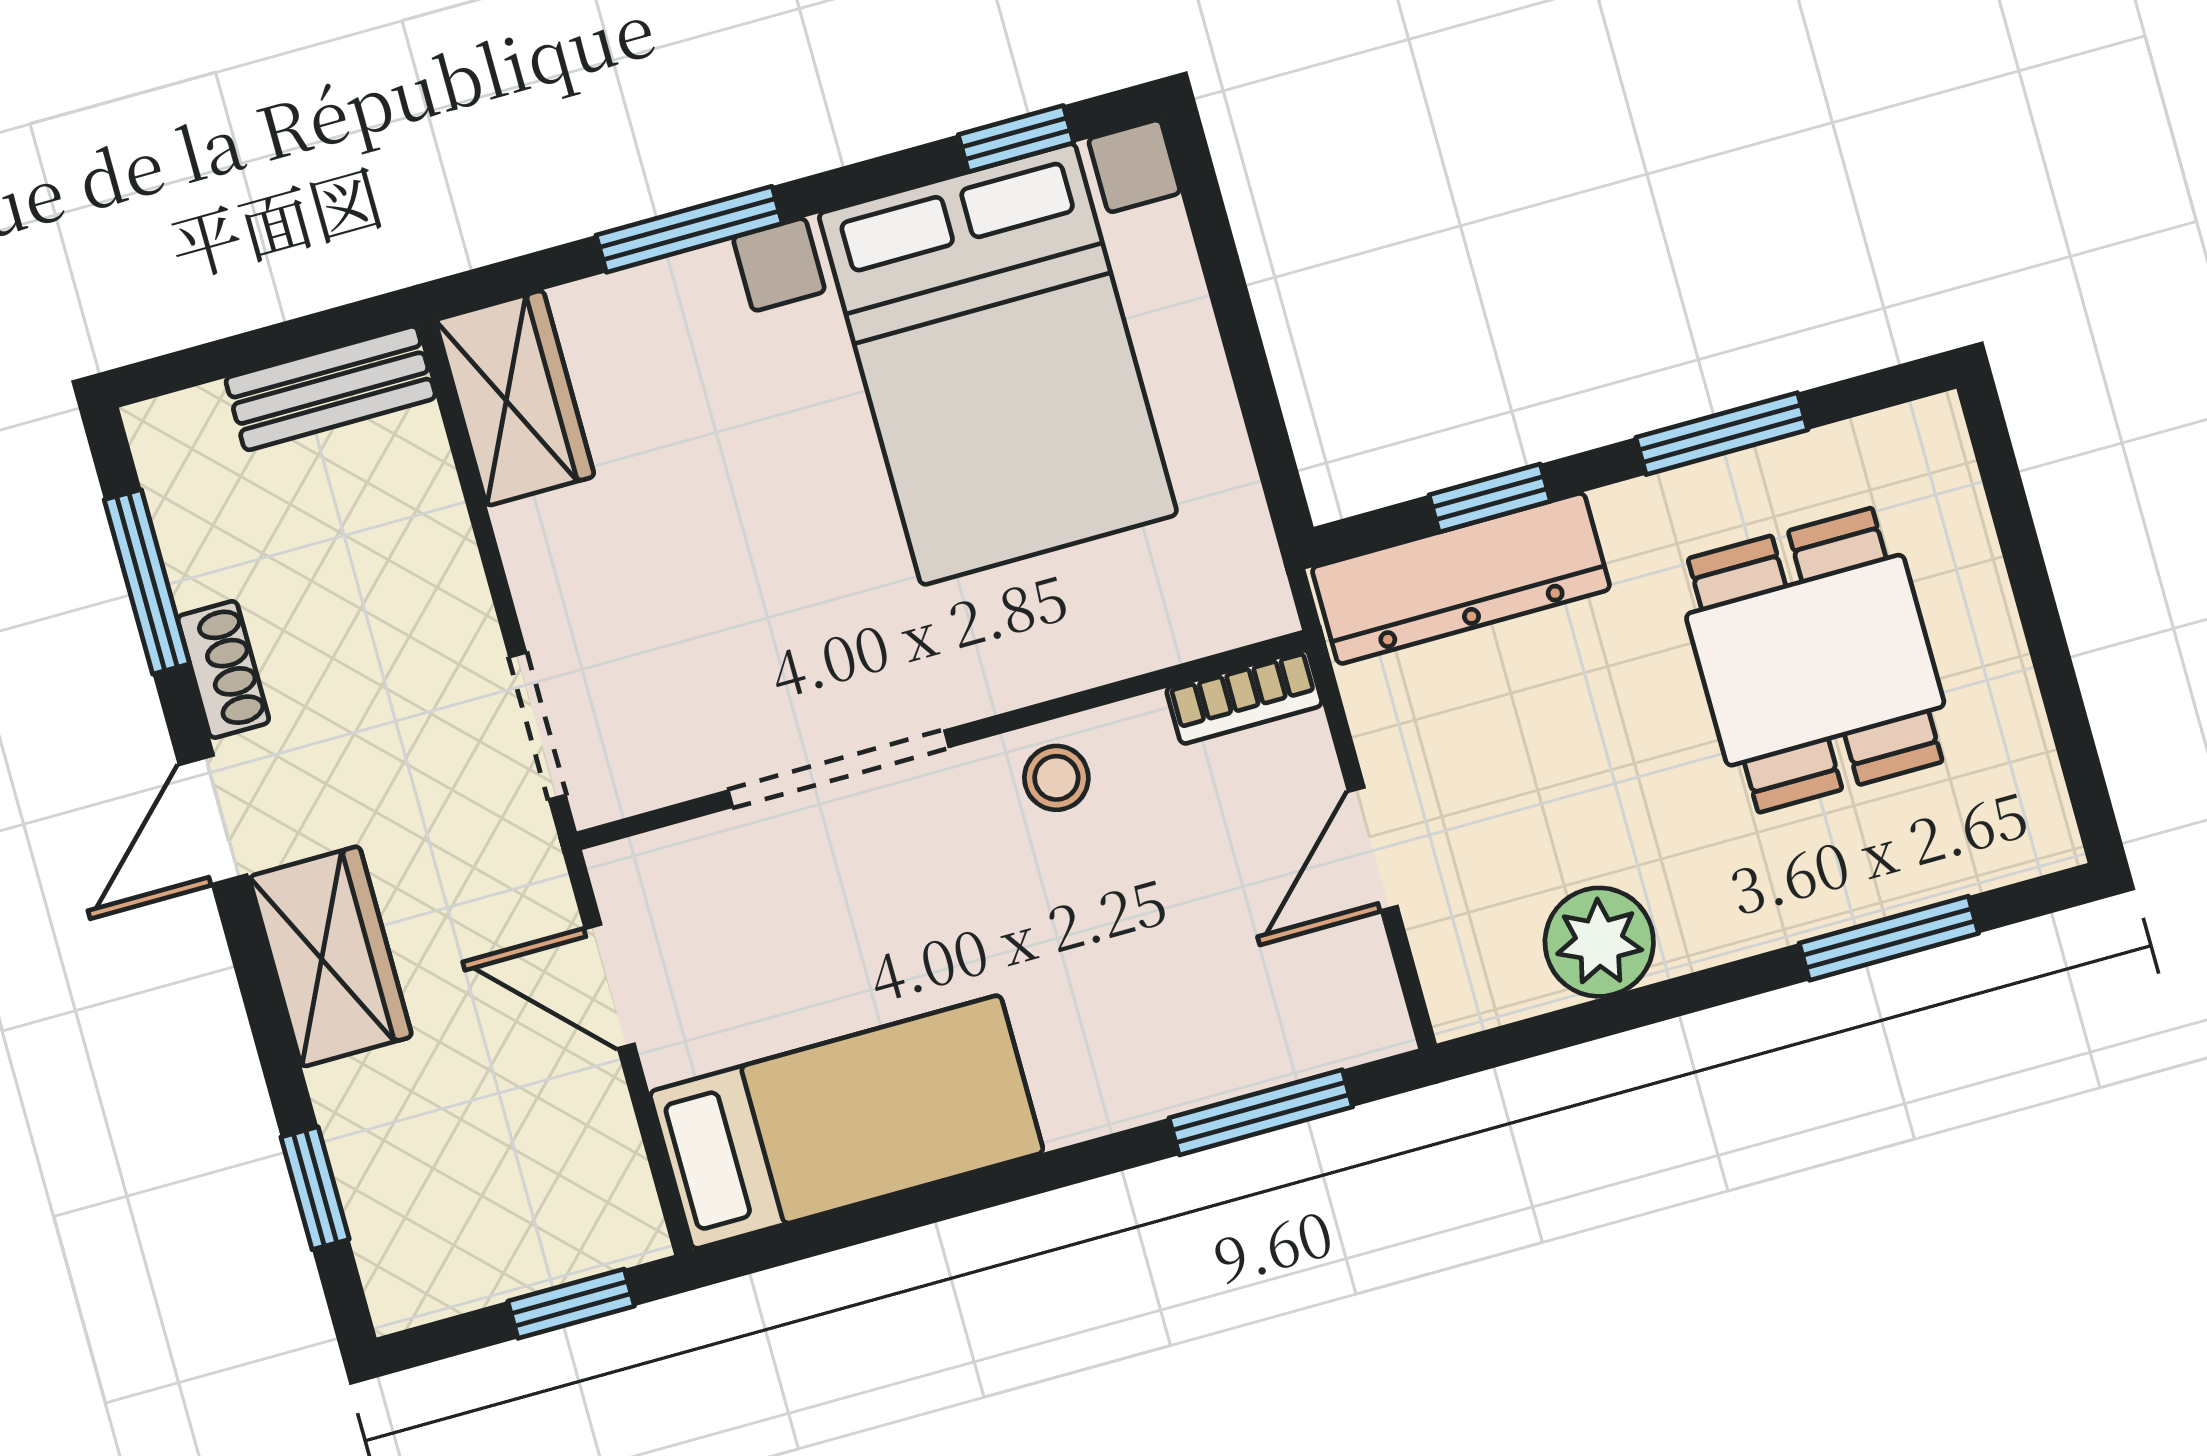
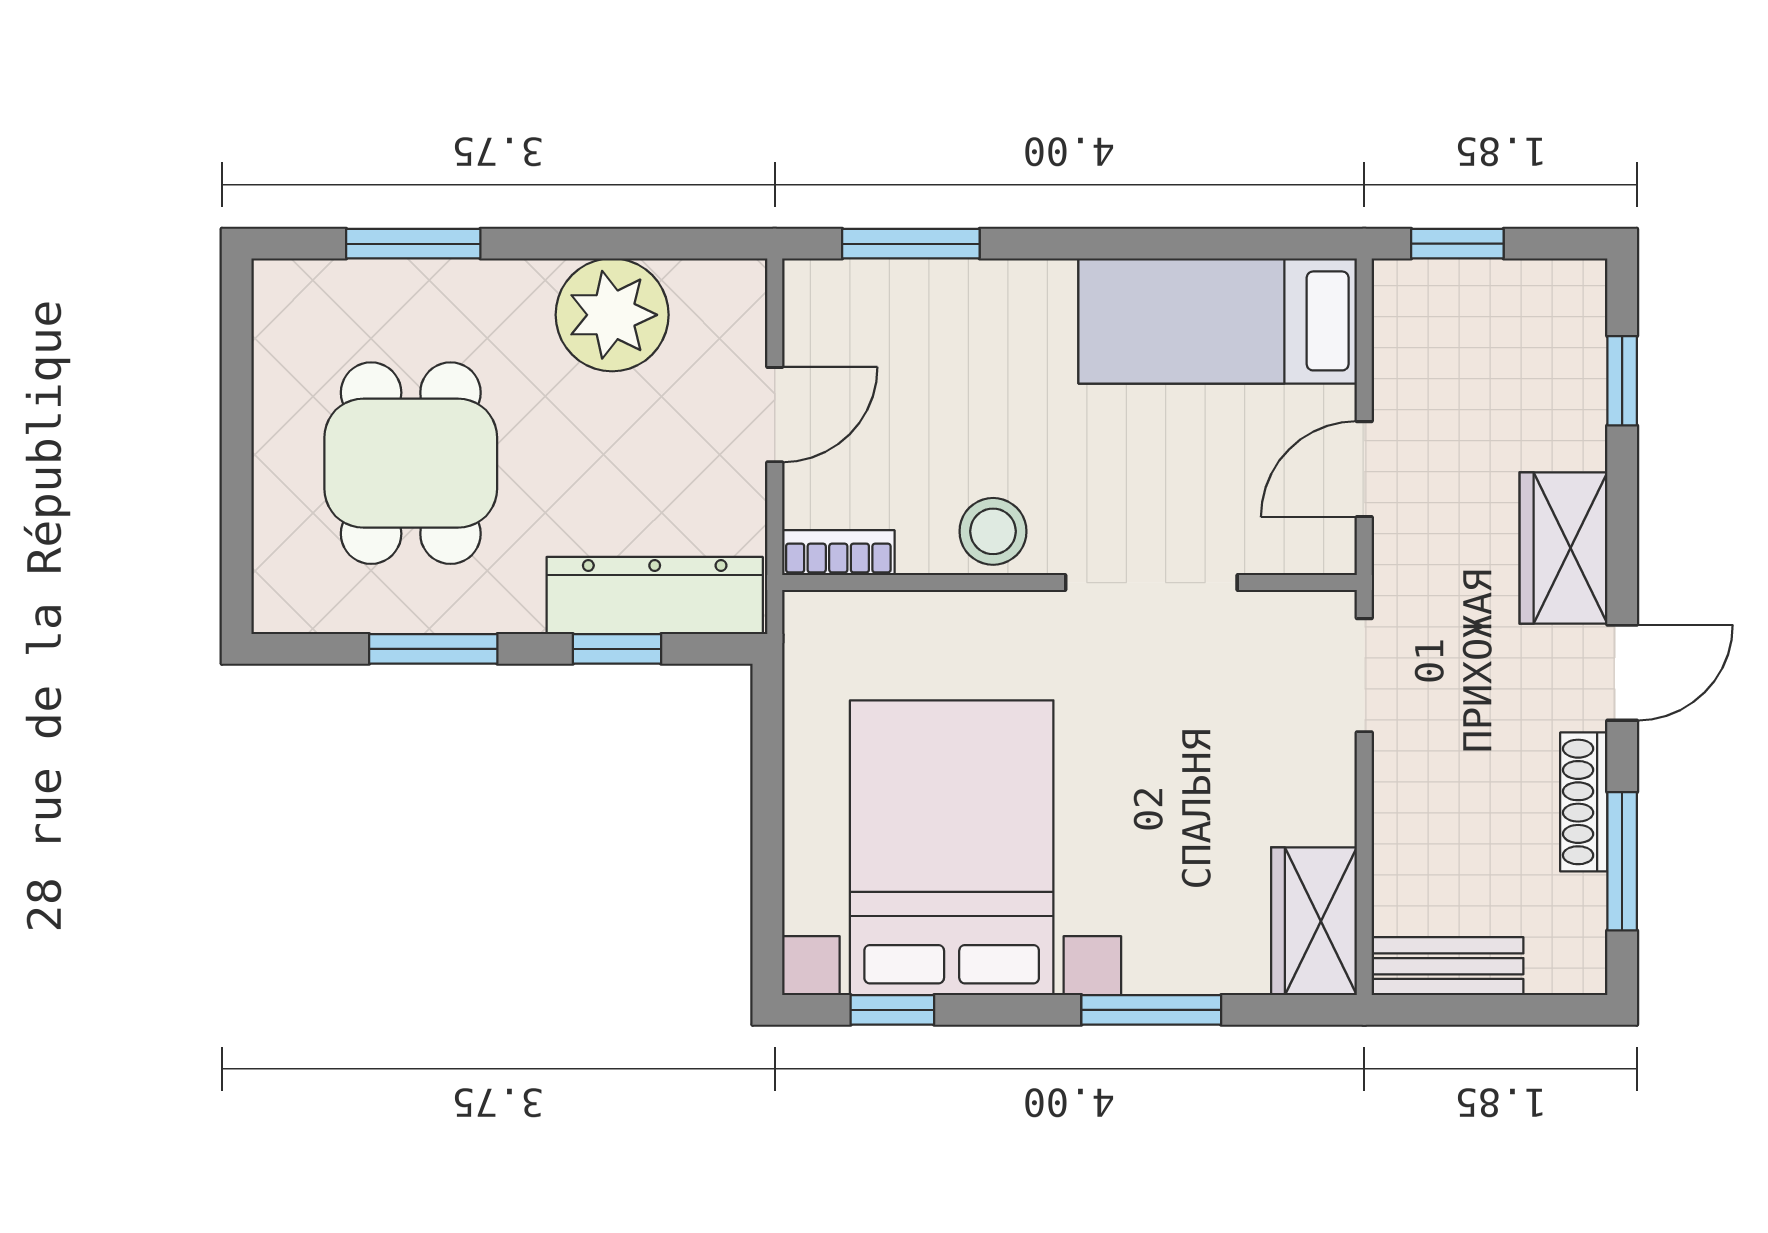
shoe rack: (223, 669) -> (1584, 802), width x1.43
stool: (1056, 778) -> (993, 531), width x1.37, depth x1.37
plant: (1599, 942) -> (612, 315), width x1.36, depth x1.36
door: (610, 986) -> (1364, 469), swing flipped

